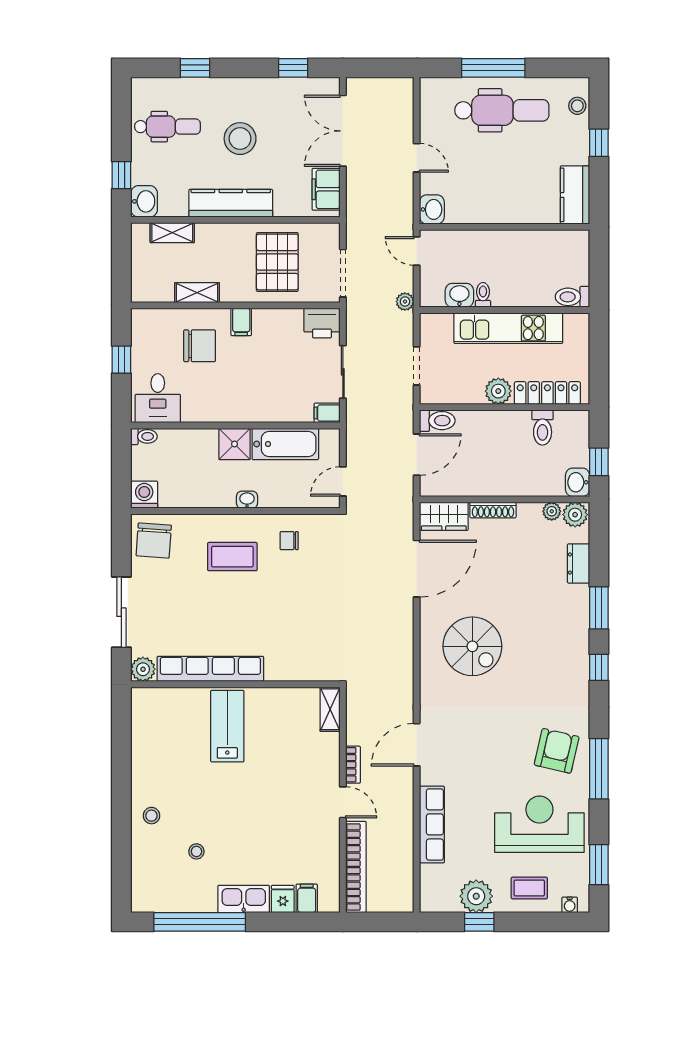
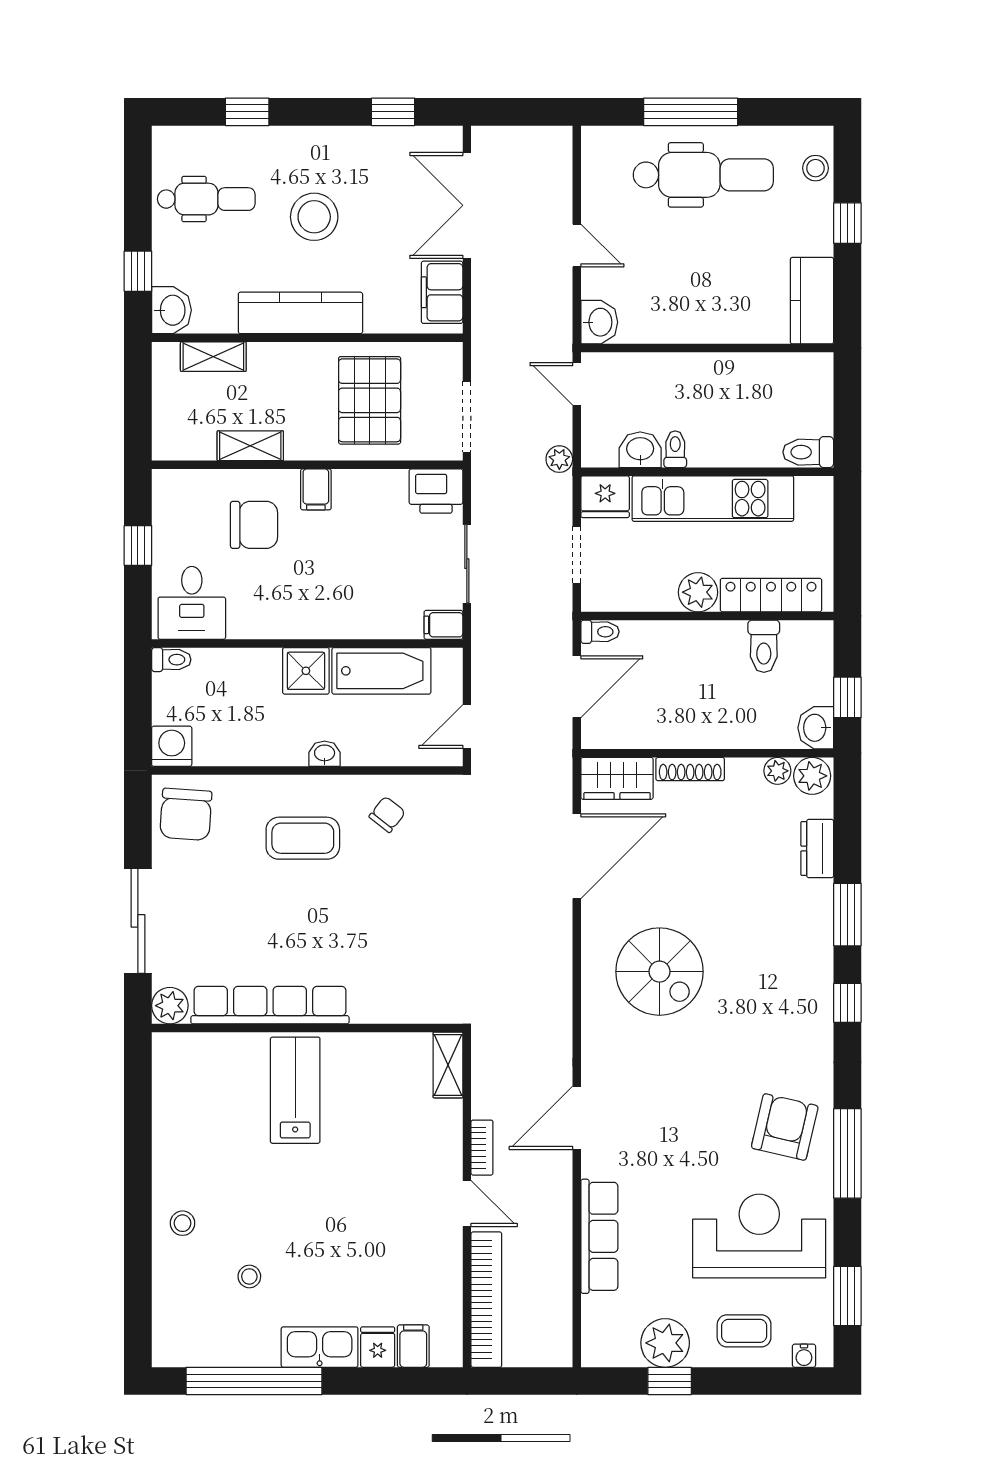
fridge: (436, 327) -> (605, 497), added
toilet: (437, 421) -> (600, 632), width x0.73, depth x0.72
chair: (289, 541) -> (387, 814), turned 128

